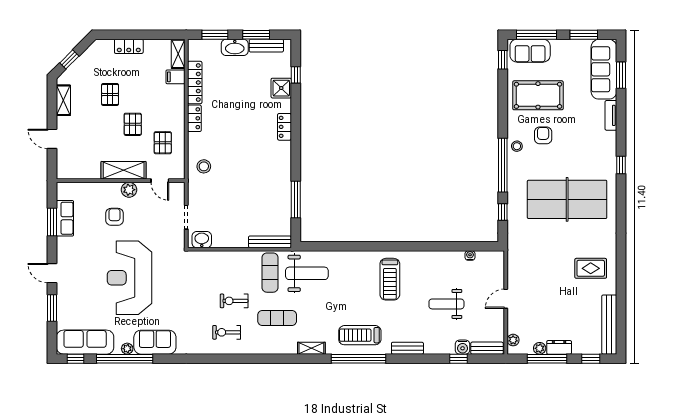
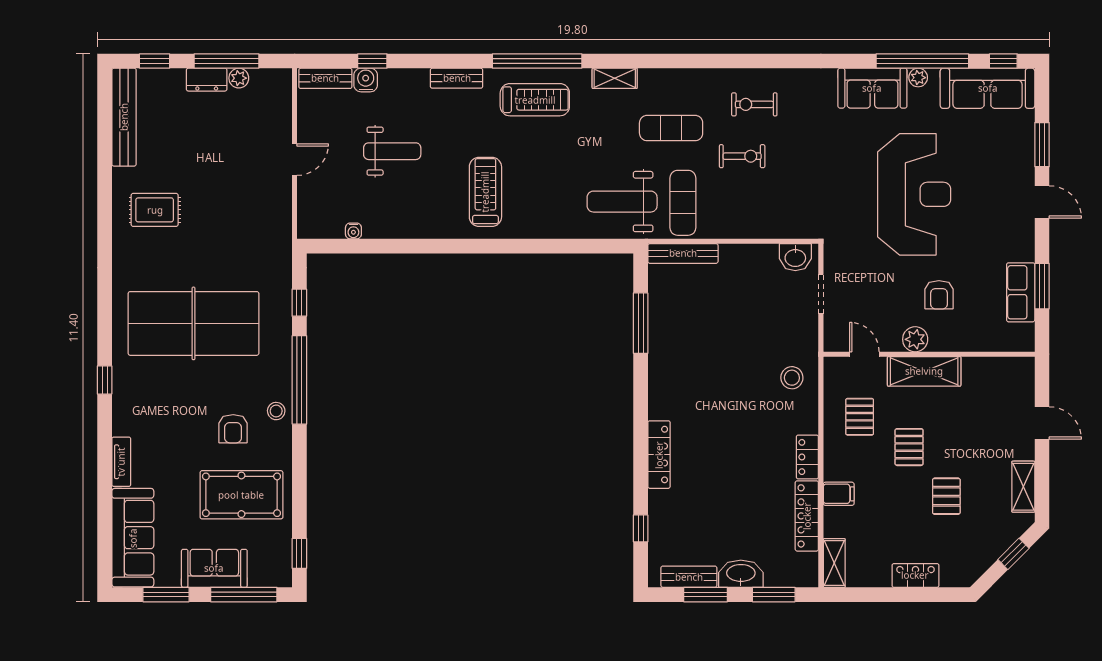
sofa: (530, 51) -> (214, 568), moved
window: (621, 75) -> (105, 528), removed
filing cabinet: (175, 77) -> (839, 494), moved
shower: (281, 88) -> (664, 507), removed
locker: (284, 127) -> (659, 455), width x1.53
exercise bike: (227, 332) -> (754, 104), turned 180
plant: (513, 340) -> (282, 92), removed

